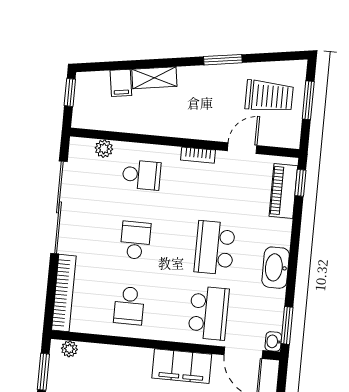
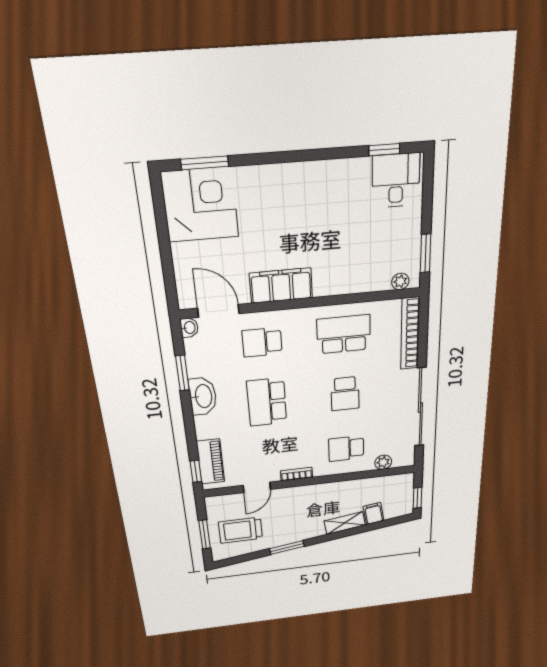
school desk: (215, 248) -> (267, 402), turned 180
school desk: (129, 306) -> (344, 334), width x1.85
school desk: (209, 313) -> (262, 342), width x0.54
window: (287, 325) -> (182, 373), moved

